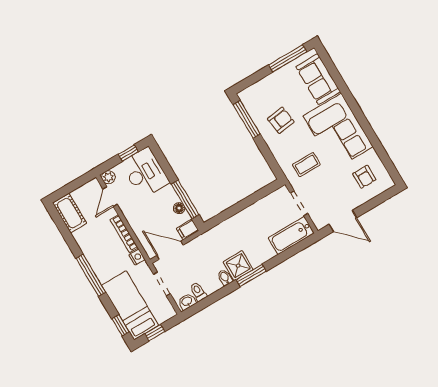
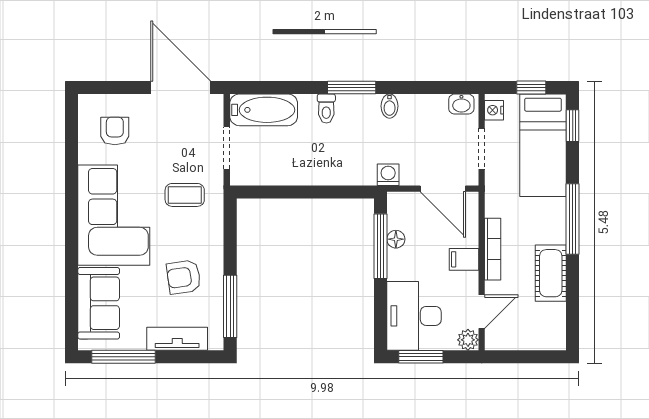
tv unit: (265, 85) -> (177, 339), added
window: (128, 153) -> (421, 357), width x1.50
cot: (70, 213) -> (551, 273), moved
door: (343, 221) -> (181, 87), width x1.36
filing cabinet: (188, 230) -> (464, 259), moved, turned 180
washing machine: (204, 240) -> (388, 175), added
nightstand: (137, 257) -> (494, 110), moved
shower: (238, 266) -> (361, 112), removed
toilet: (198, 292) -> (326, 109), moved

